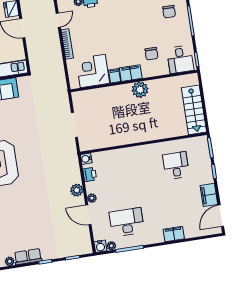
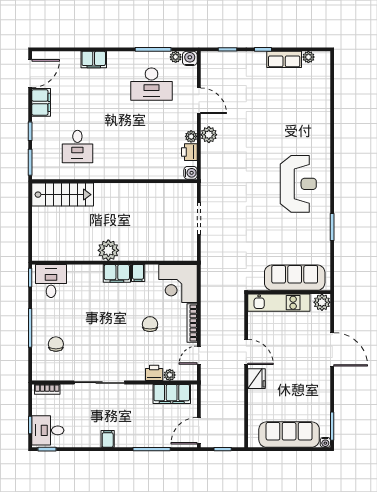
chair: (151, 54) -> (150, 324), moved
corner desk: (93, 71) -> (178, 283), moved, turned 90
stairs: (194, 110) -> (63, 195), moved, turned 90
plant: (92, 198) -> (191, 136), moved

